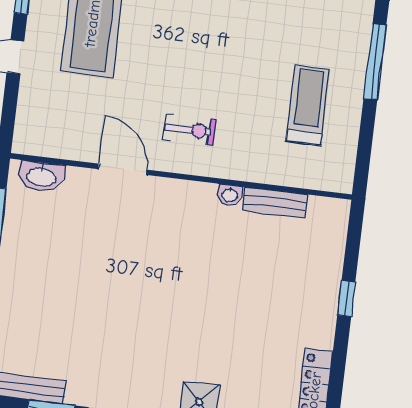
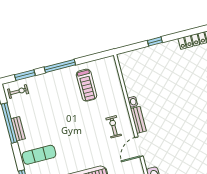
treadmill: (308, 105) -> (87, 85), turned -90
bench: (275, 203) -> (138, 120), moved

